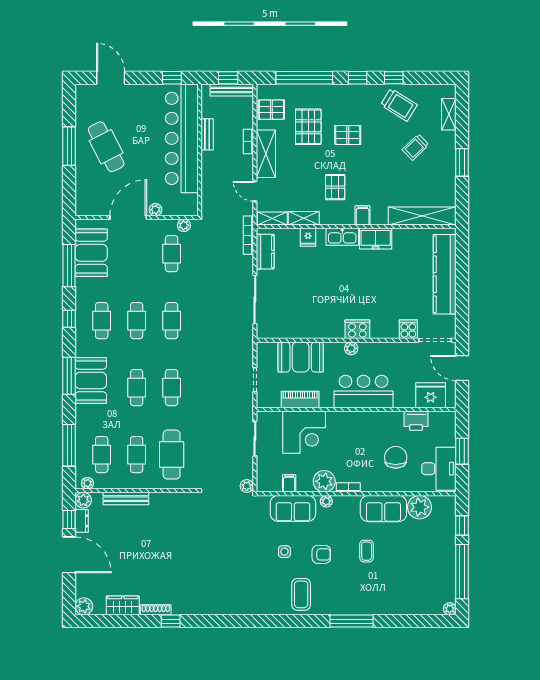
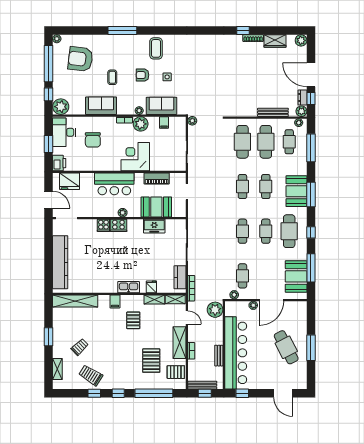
pallet: (348, 135) -> (125, 355), removed
plant: (213, 203) -> (215, 310), added
freezer: (376, 239) -> (154, 226), moved, turned 180
cafe table: (102, 321) -> (289, 231), width x1.37, depth x1.35
cooker: (408, 329) -> (103, 225), moved
printer: (416, 421) -> (59, 163), moved, turned 90
corner desk: (304, 432) -> (135, 157), moved
cafe table: (137, 455) -> (266, 142), width x1.37, depth x1.35
plant: (420, 507) -> (61, 107), moved
armchair: (414, 578) -> (80, 59), added

